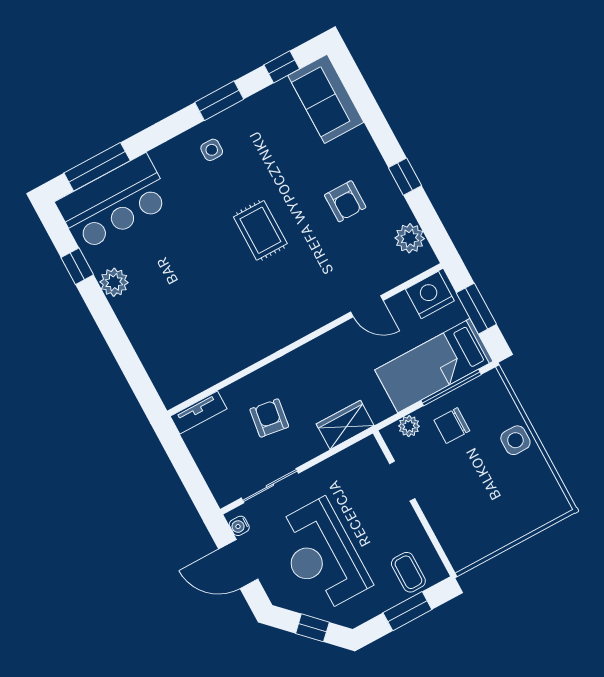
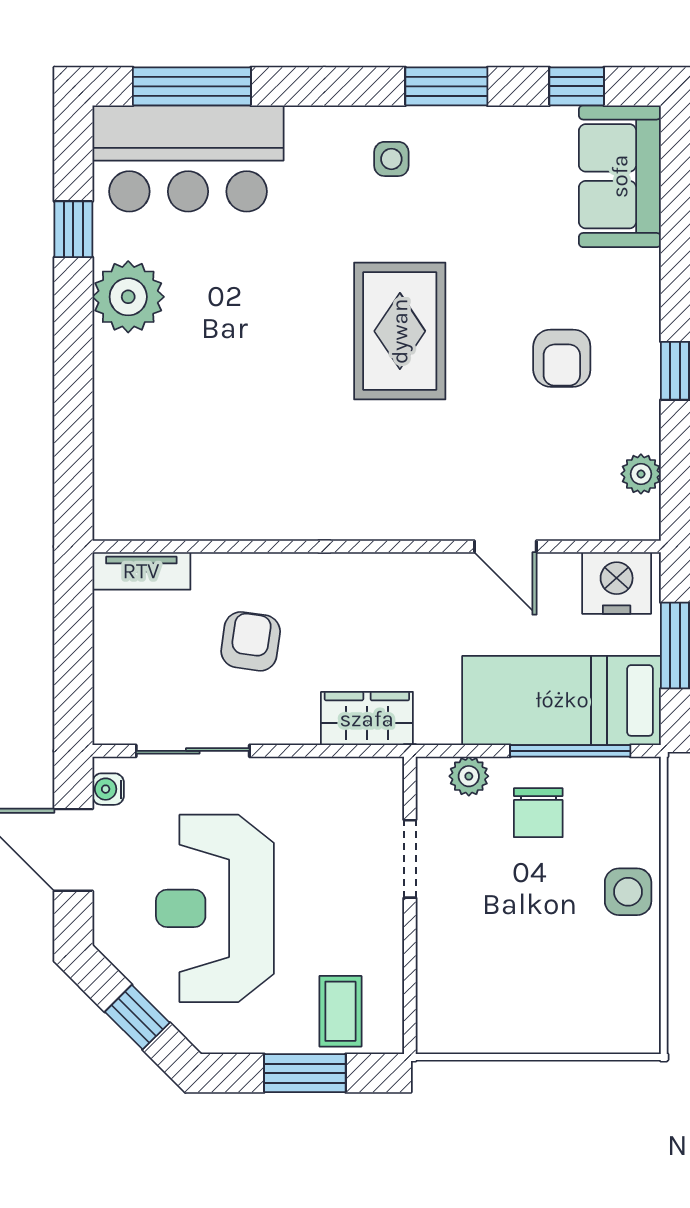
rug: (260, 230) -> (400, 331), width x1.36, depth x1.43
plant: (410, 238) -> (641, 474), width x0.73, depth x0.73
plant: (114, 282) -> (128, 297), width x1.36, depth x1.36
chair: (452, 426) -> (538, 813), turned -90

